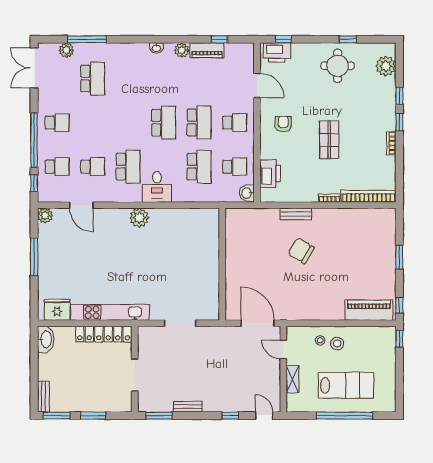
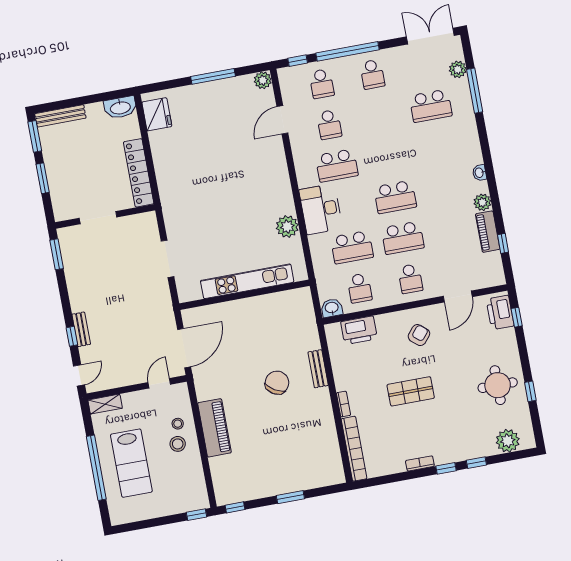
armchair: (283, 124) -> (419, 335), turned -50
desk: (157, 187) -> (321, 209), width x1.37
plant: (139, 218) -> (287, 227), moved
piano: (369, 310) -> (214, 428), moved
kitchen unit: (110, 312) -> (247, 281), moved, turned -90
shelving: (292, 379) -> (105, 404), moved
bench: (43, 397) -> (60, 116), width x1.36
bench: (188, 407) -> (81, 329), moved

